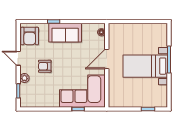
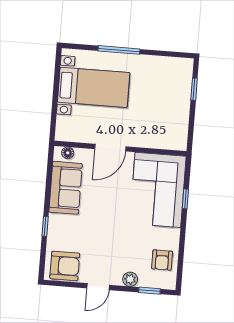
sofa: (65, 33) -> (66, 188), moved
door: (107, 59) -> (110, 148), hinge flipped
armchair: (45, 66) -> (162, 260), moved
bed with nightstands: (145, 66) -> (94, 87), moved, turned -90

